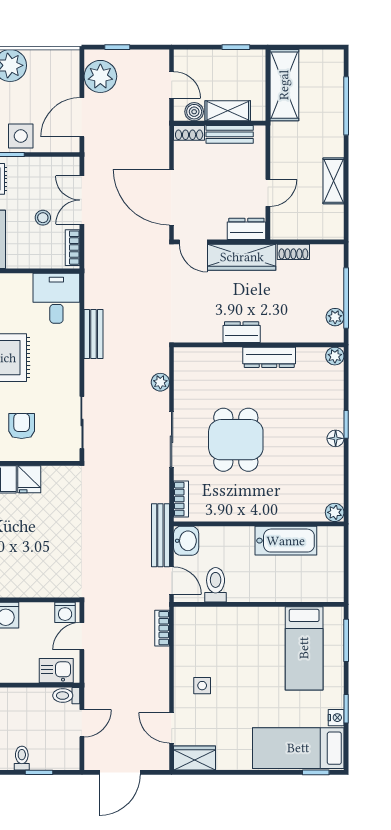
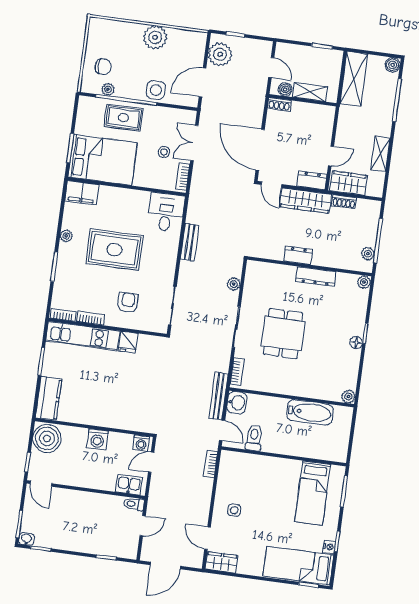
boiler: (334, 59) -> (393, 65), added
bench: (230, 134) -> (309, 110), removed
wardrobe: (296, 226) -> (349, 183), added
toilet: (22, 758) -> (95, 545), removed

